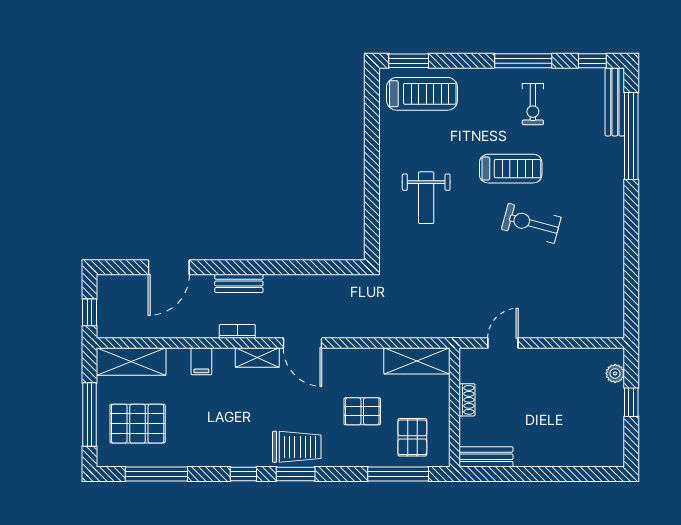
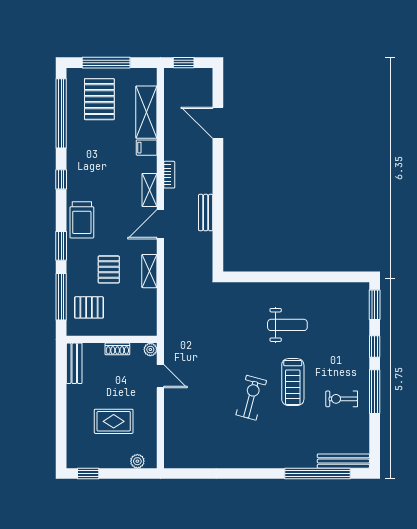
window: (592, 61) -> (375, 346), moved
treadmill: (422, 94) -> (349, 315), removed
weight bench: (426, 198) -> (287, 325), moved, turned 180
bench: (239, 283) -> (206, 213), moved
plant: (468, 356) -> (150, 350), added
shelving: (417, 361) -> (149, 271), moved, width x0.67, depth x0.75
shelving: (131, 362) -> (146, 112), moved
window: (631, 402) -> (88, 474), moved
rug: (562, 405) -> (114, 421), added
window: (156, 474) -> (61, 113), width x1.46
window: (296, 474) -> (61, 246), moved

